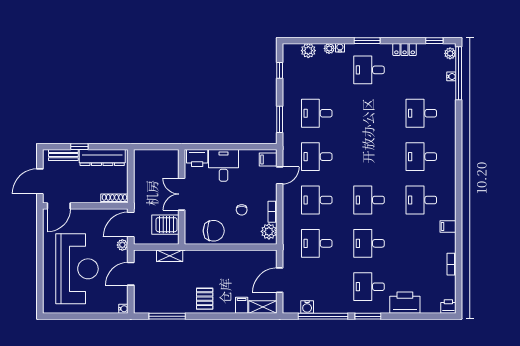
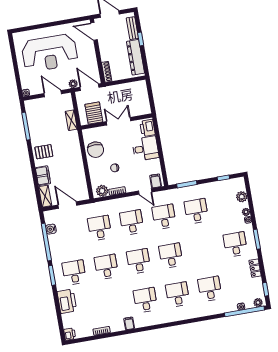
desk: (369, 157) -> (171, 256), added
filing cabinet: (242, 305) -> (43, 176), width x2.00

